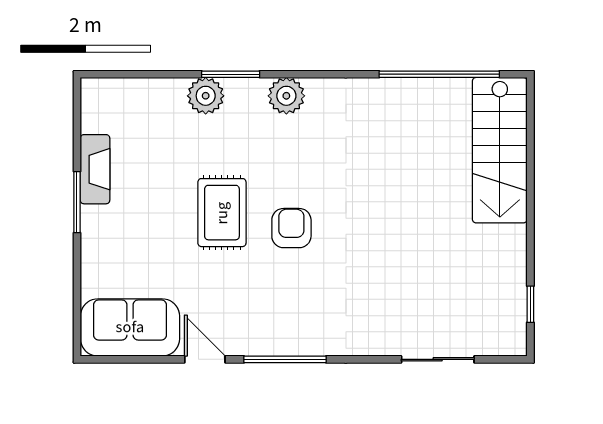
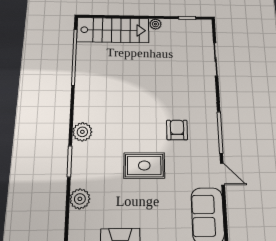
plant: (206, 96) -> (80, 199), moved
armchair: (291, 228) -> (177, 130), moved, turned 90
plant: (515, 238) -> (155, 24), added
door: (205, 359) -> (222, 174), swing flipped

